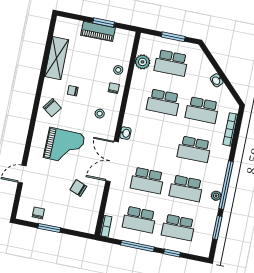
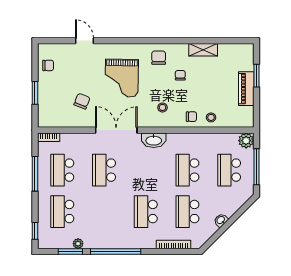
window: (104, 23) -> (256, 76), moved
window: (173, 37) -> (256, 167), width x1.44
shelving: (57, 58) -> (203, 50), width x0.67, depth x0.75
plant: (142, 62) -> (246, 141), moved
chair: (52, 108) -> (159, 58), turned 144
washbasin: (125, 133) -> (154, 140), width x1.91, depth x1.45
school desk: (186, 188) -> (104, 212), removed
plant: (216, 196) -> (78, 244), moved
window: (49, 228) -> (35, 93), moved
window: (172, 253) -> (35, 231), moved

